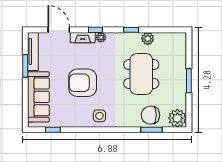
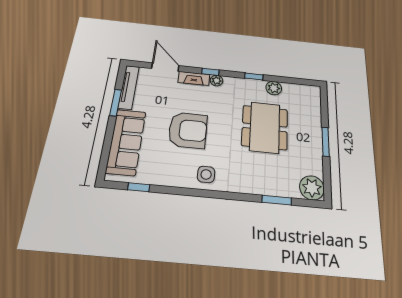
armchair: (83, 83) -> (188, 130), turned 180
chair: (151, 115) -> (276, 180), removed

